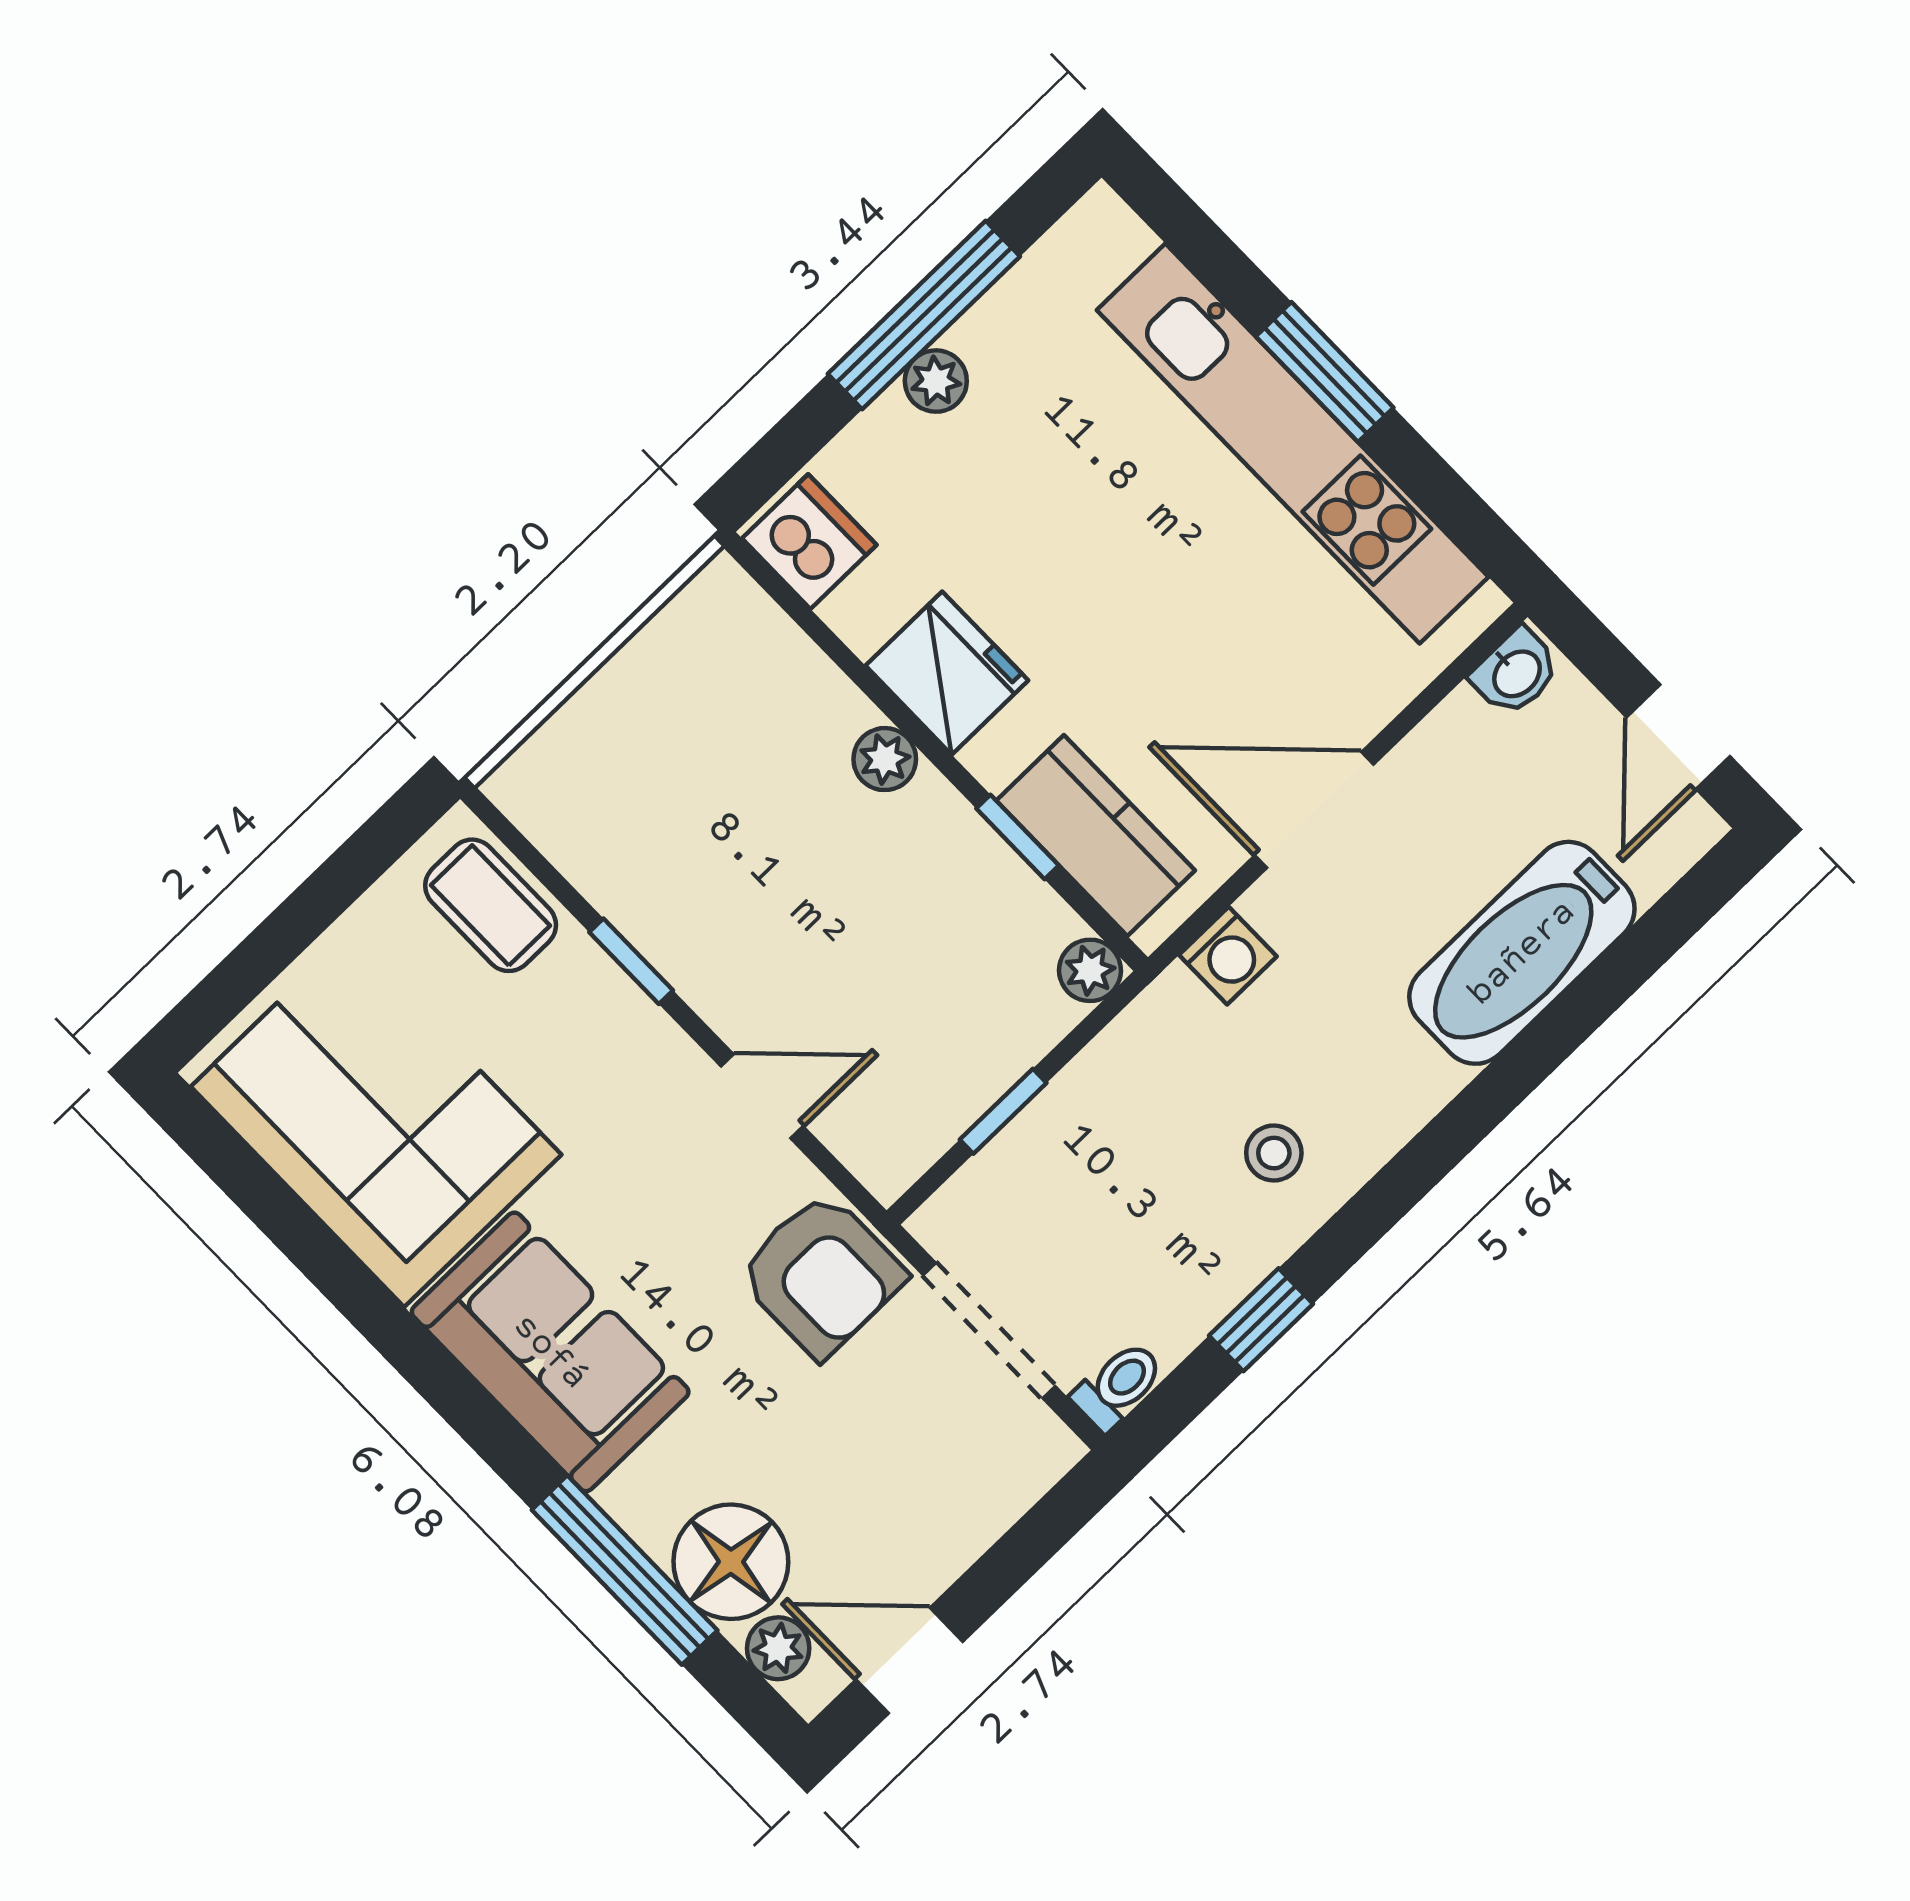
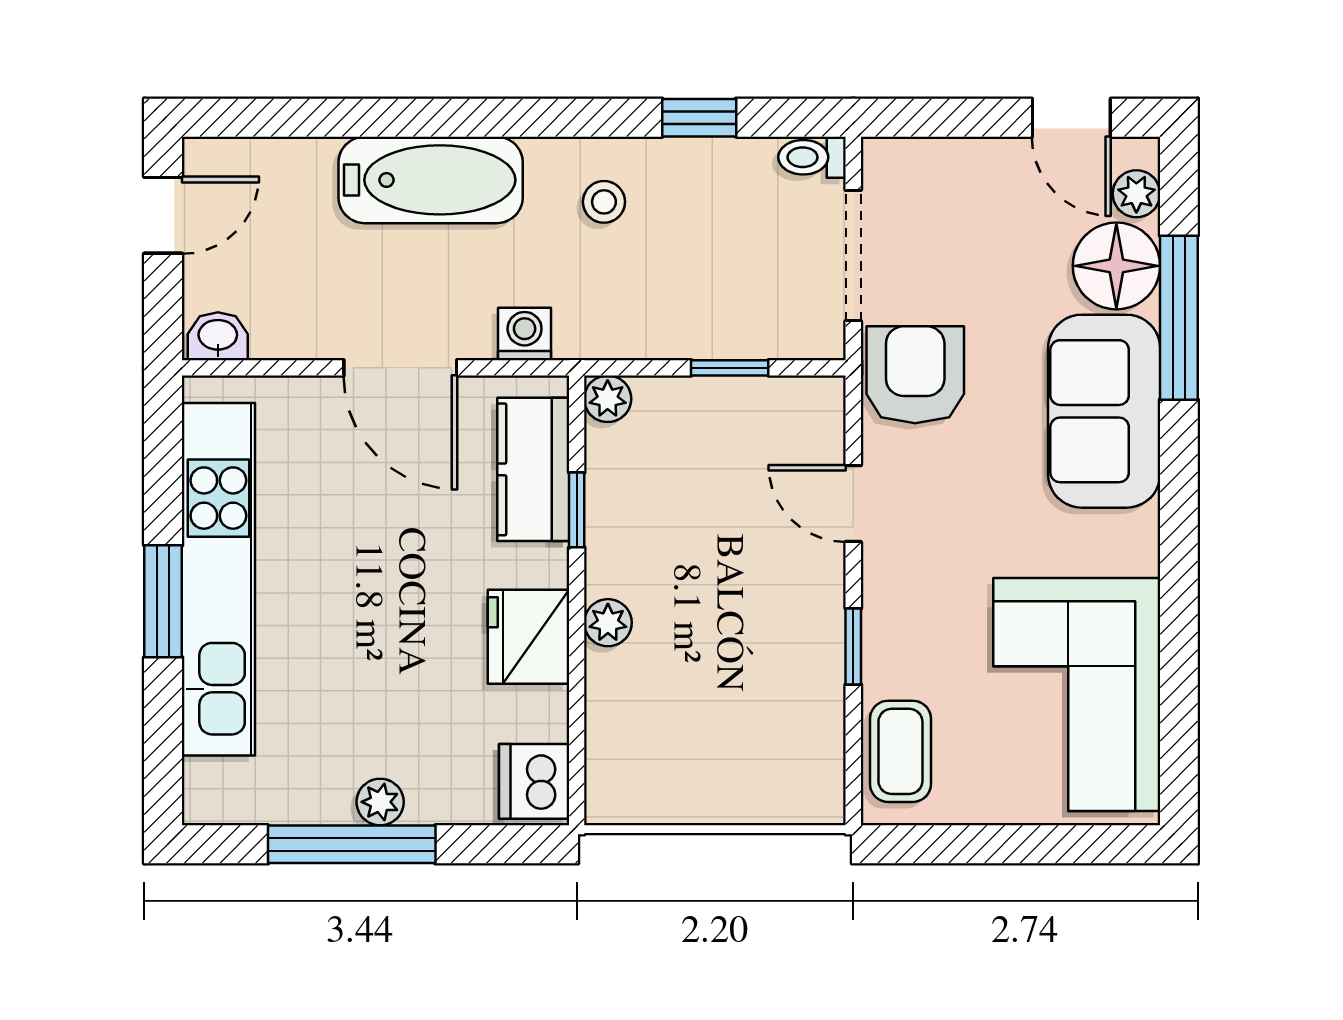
bathtub: (1522, 953) -> (431, 180), moved
sofa: (550, 1352) -> (1104, 411), moved

